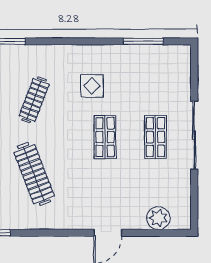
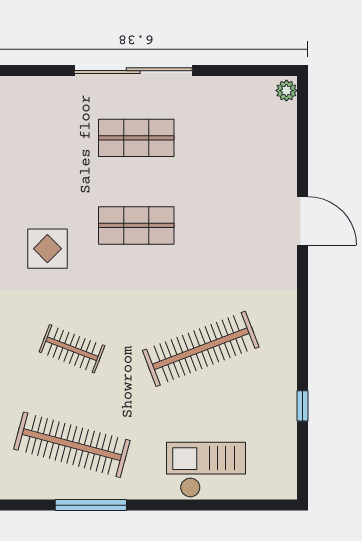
clothes rail: (34, 100) -> (72, 349), width x0.73
plant: (158, 218) -> (286, 91), moved, width x0.53, depth x0.53

